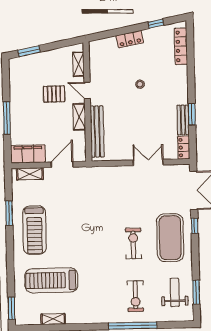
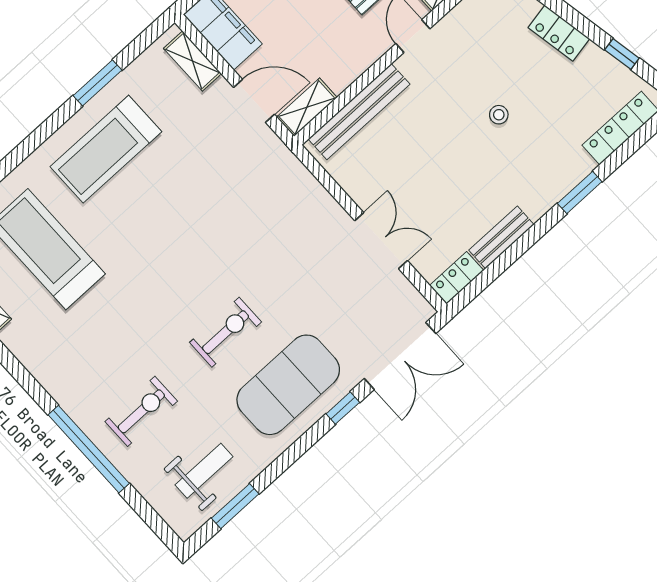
window: (192, 114) -> (580, 193), moved
shelving: (79, 117) -> (307, 107), moved
exercise bike: (135, 296) -> (141, 411), turned 180

